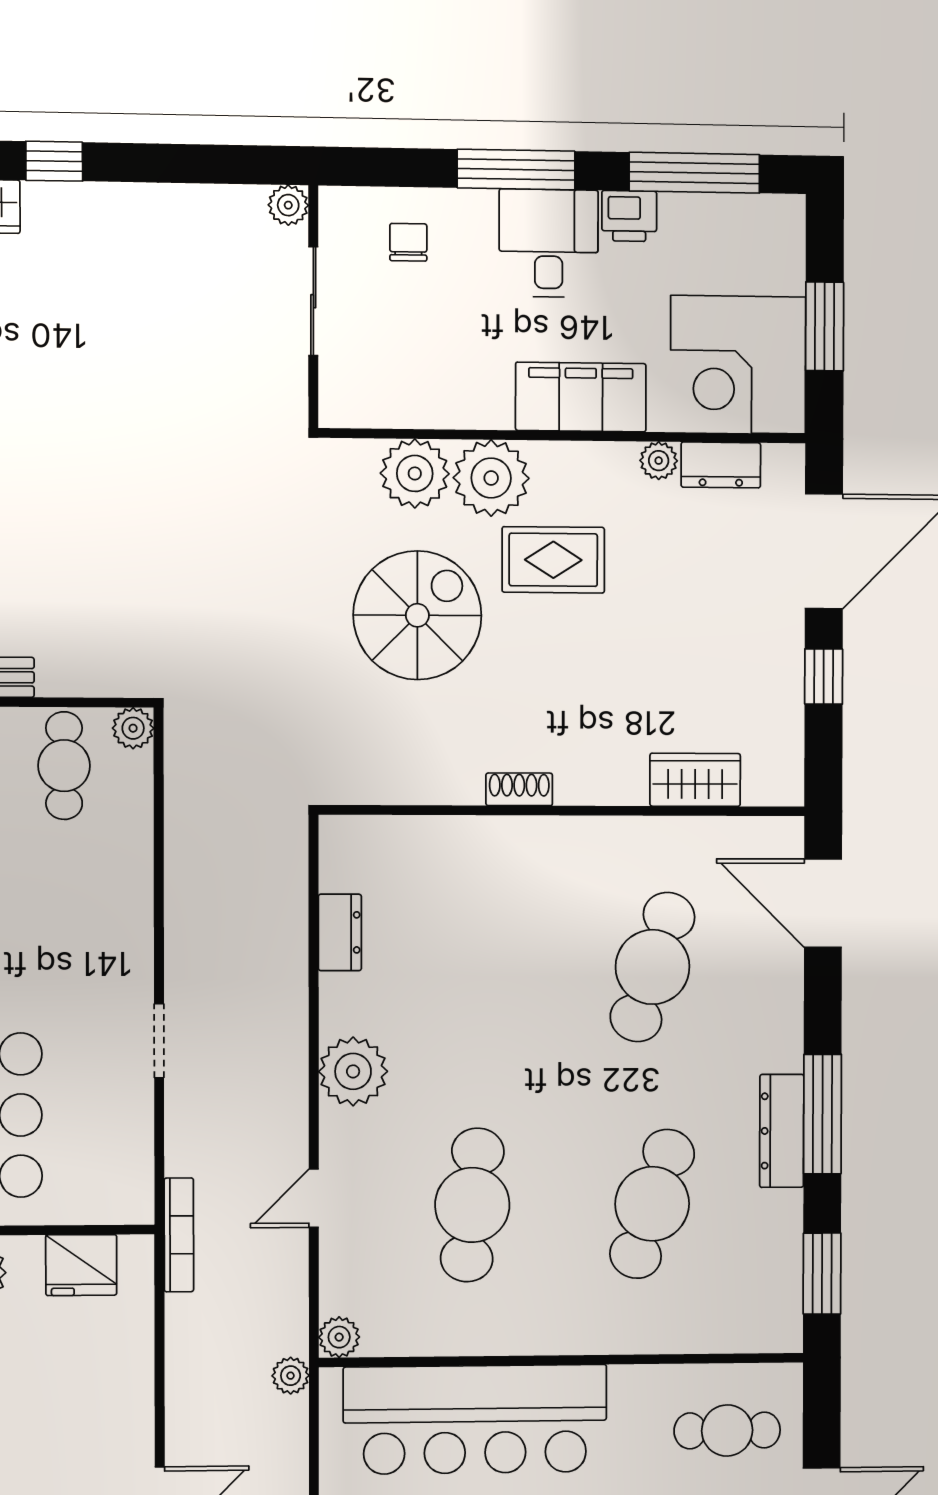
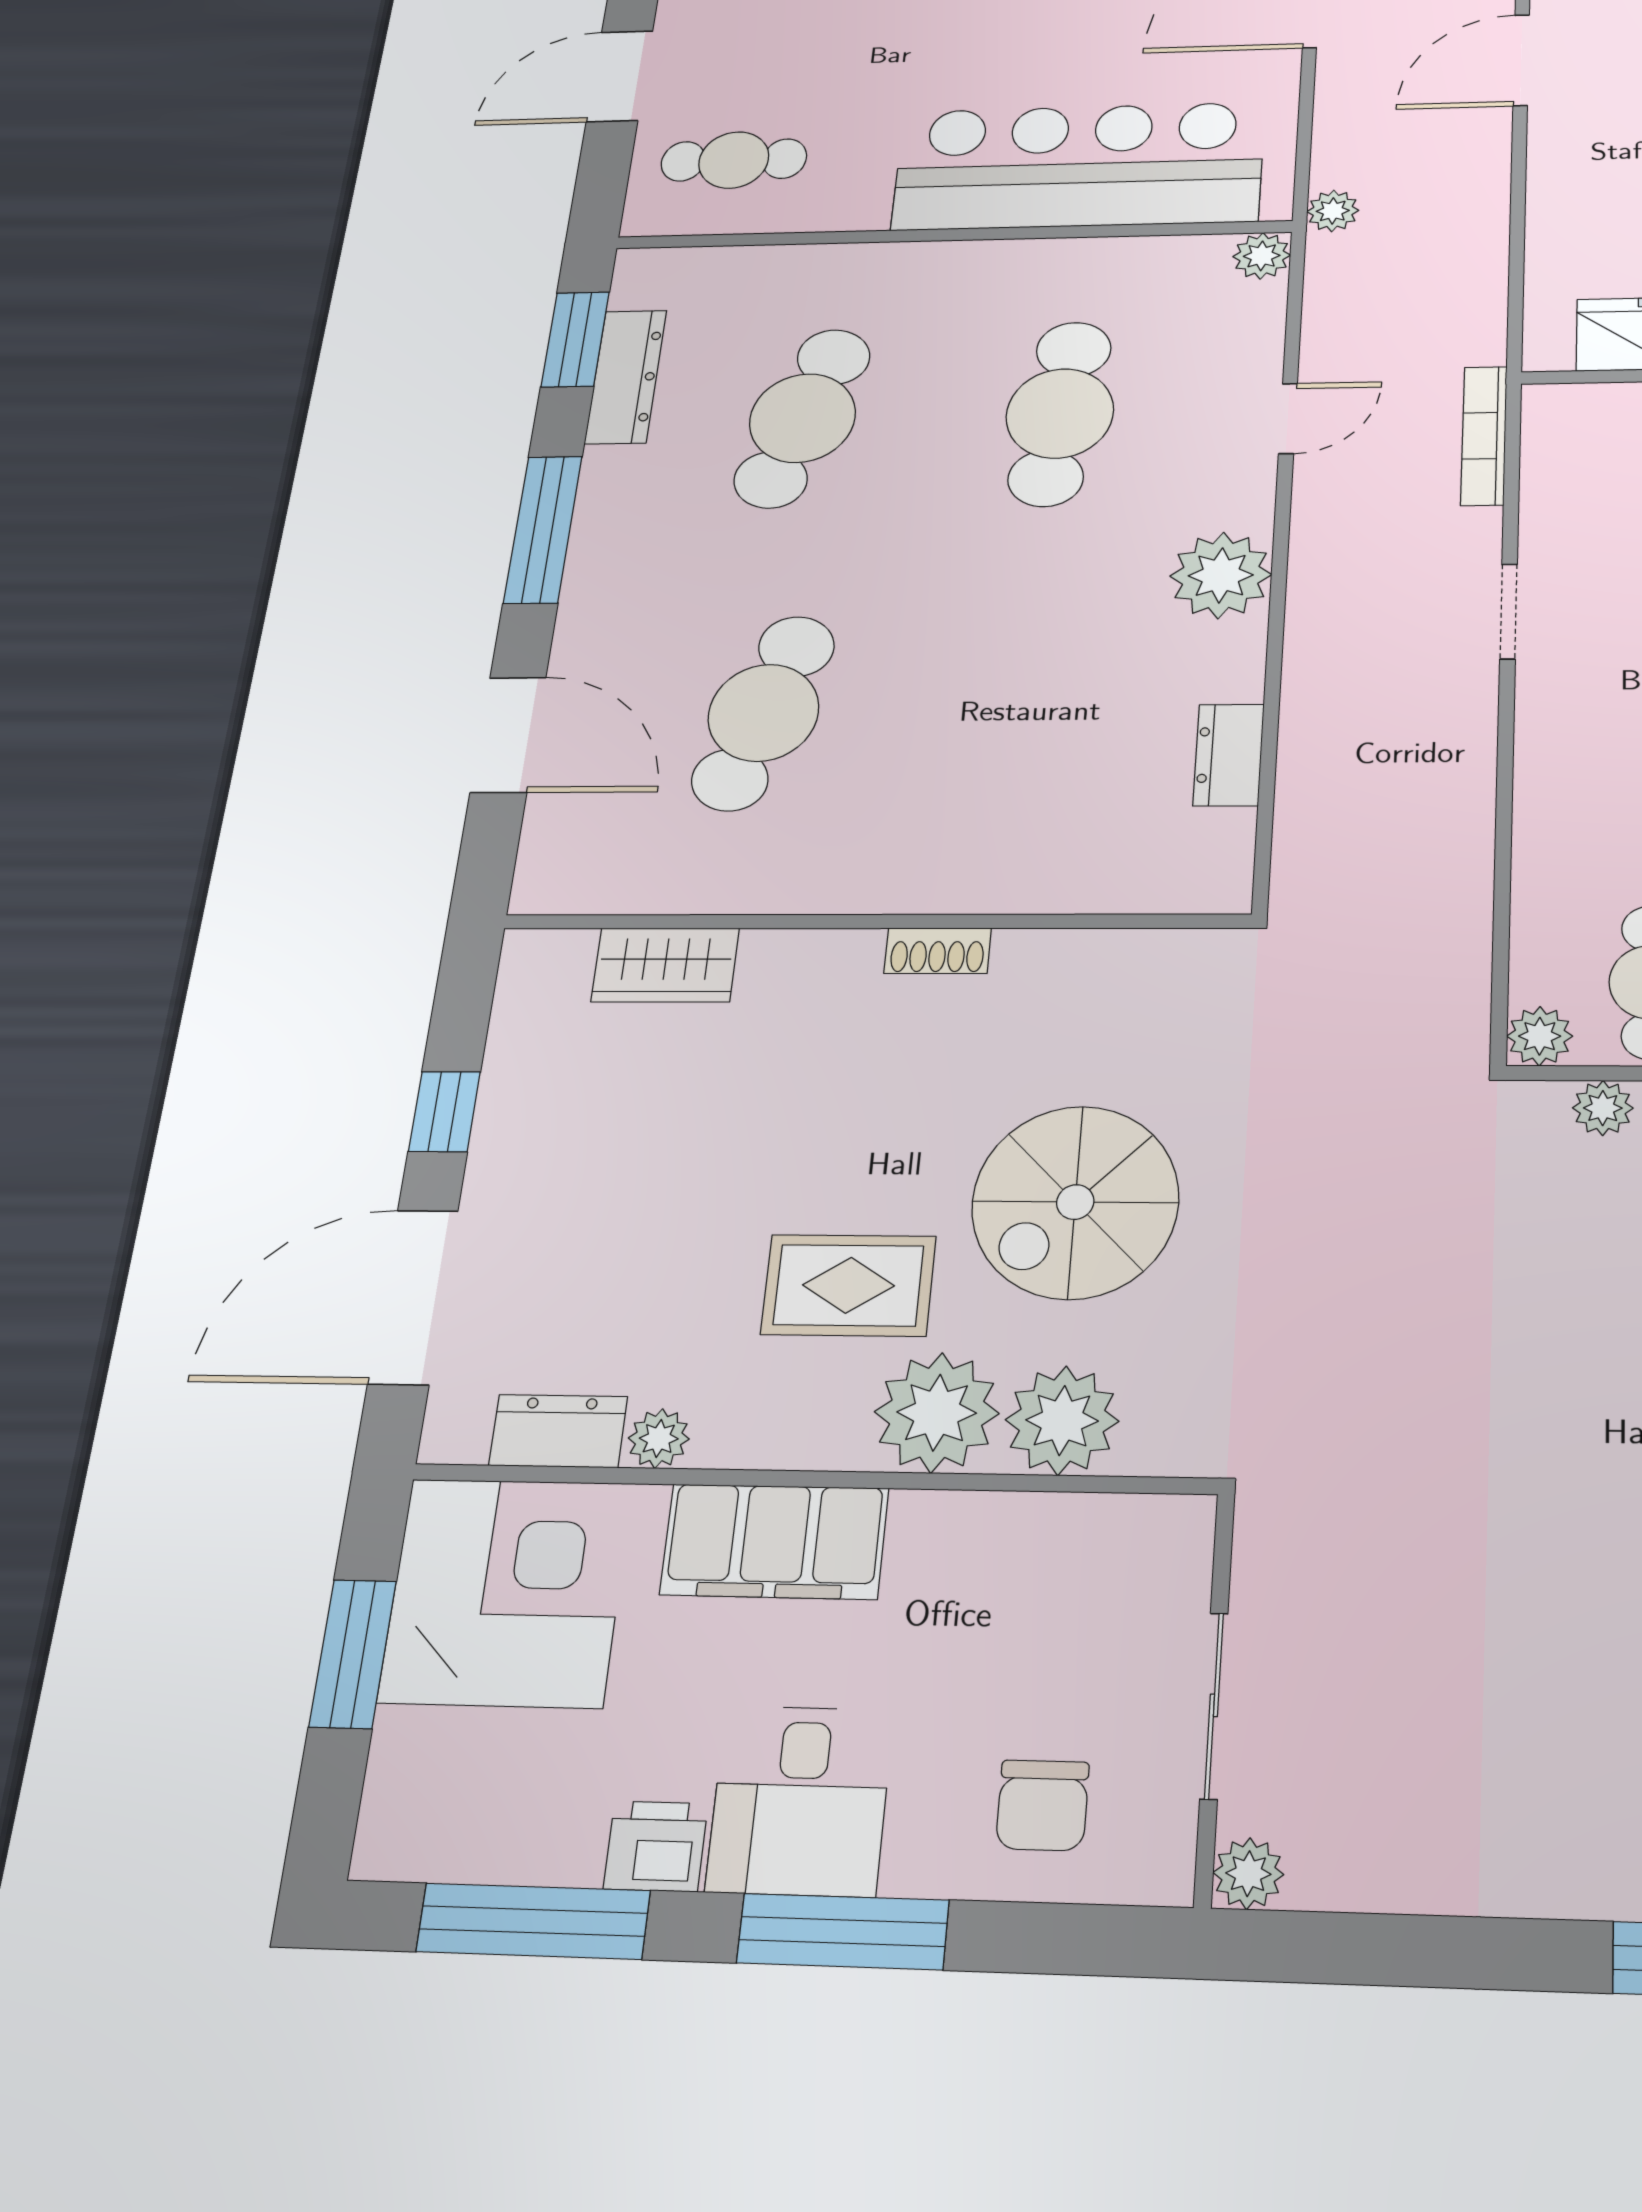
chair: (408, 242) -> (1042, 1805), width x1.37, depth x1.37
plant: (93, 679) -> (1603, 1108), added
door: (823, 903) -> (508, 735), moved
dresser: (782, 1131) -> (626, 377), moved
bookcase: (179, 1235) -> (1484, 436), moved

